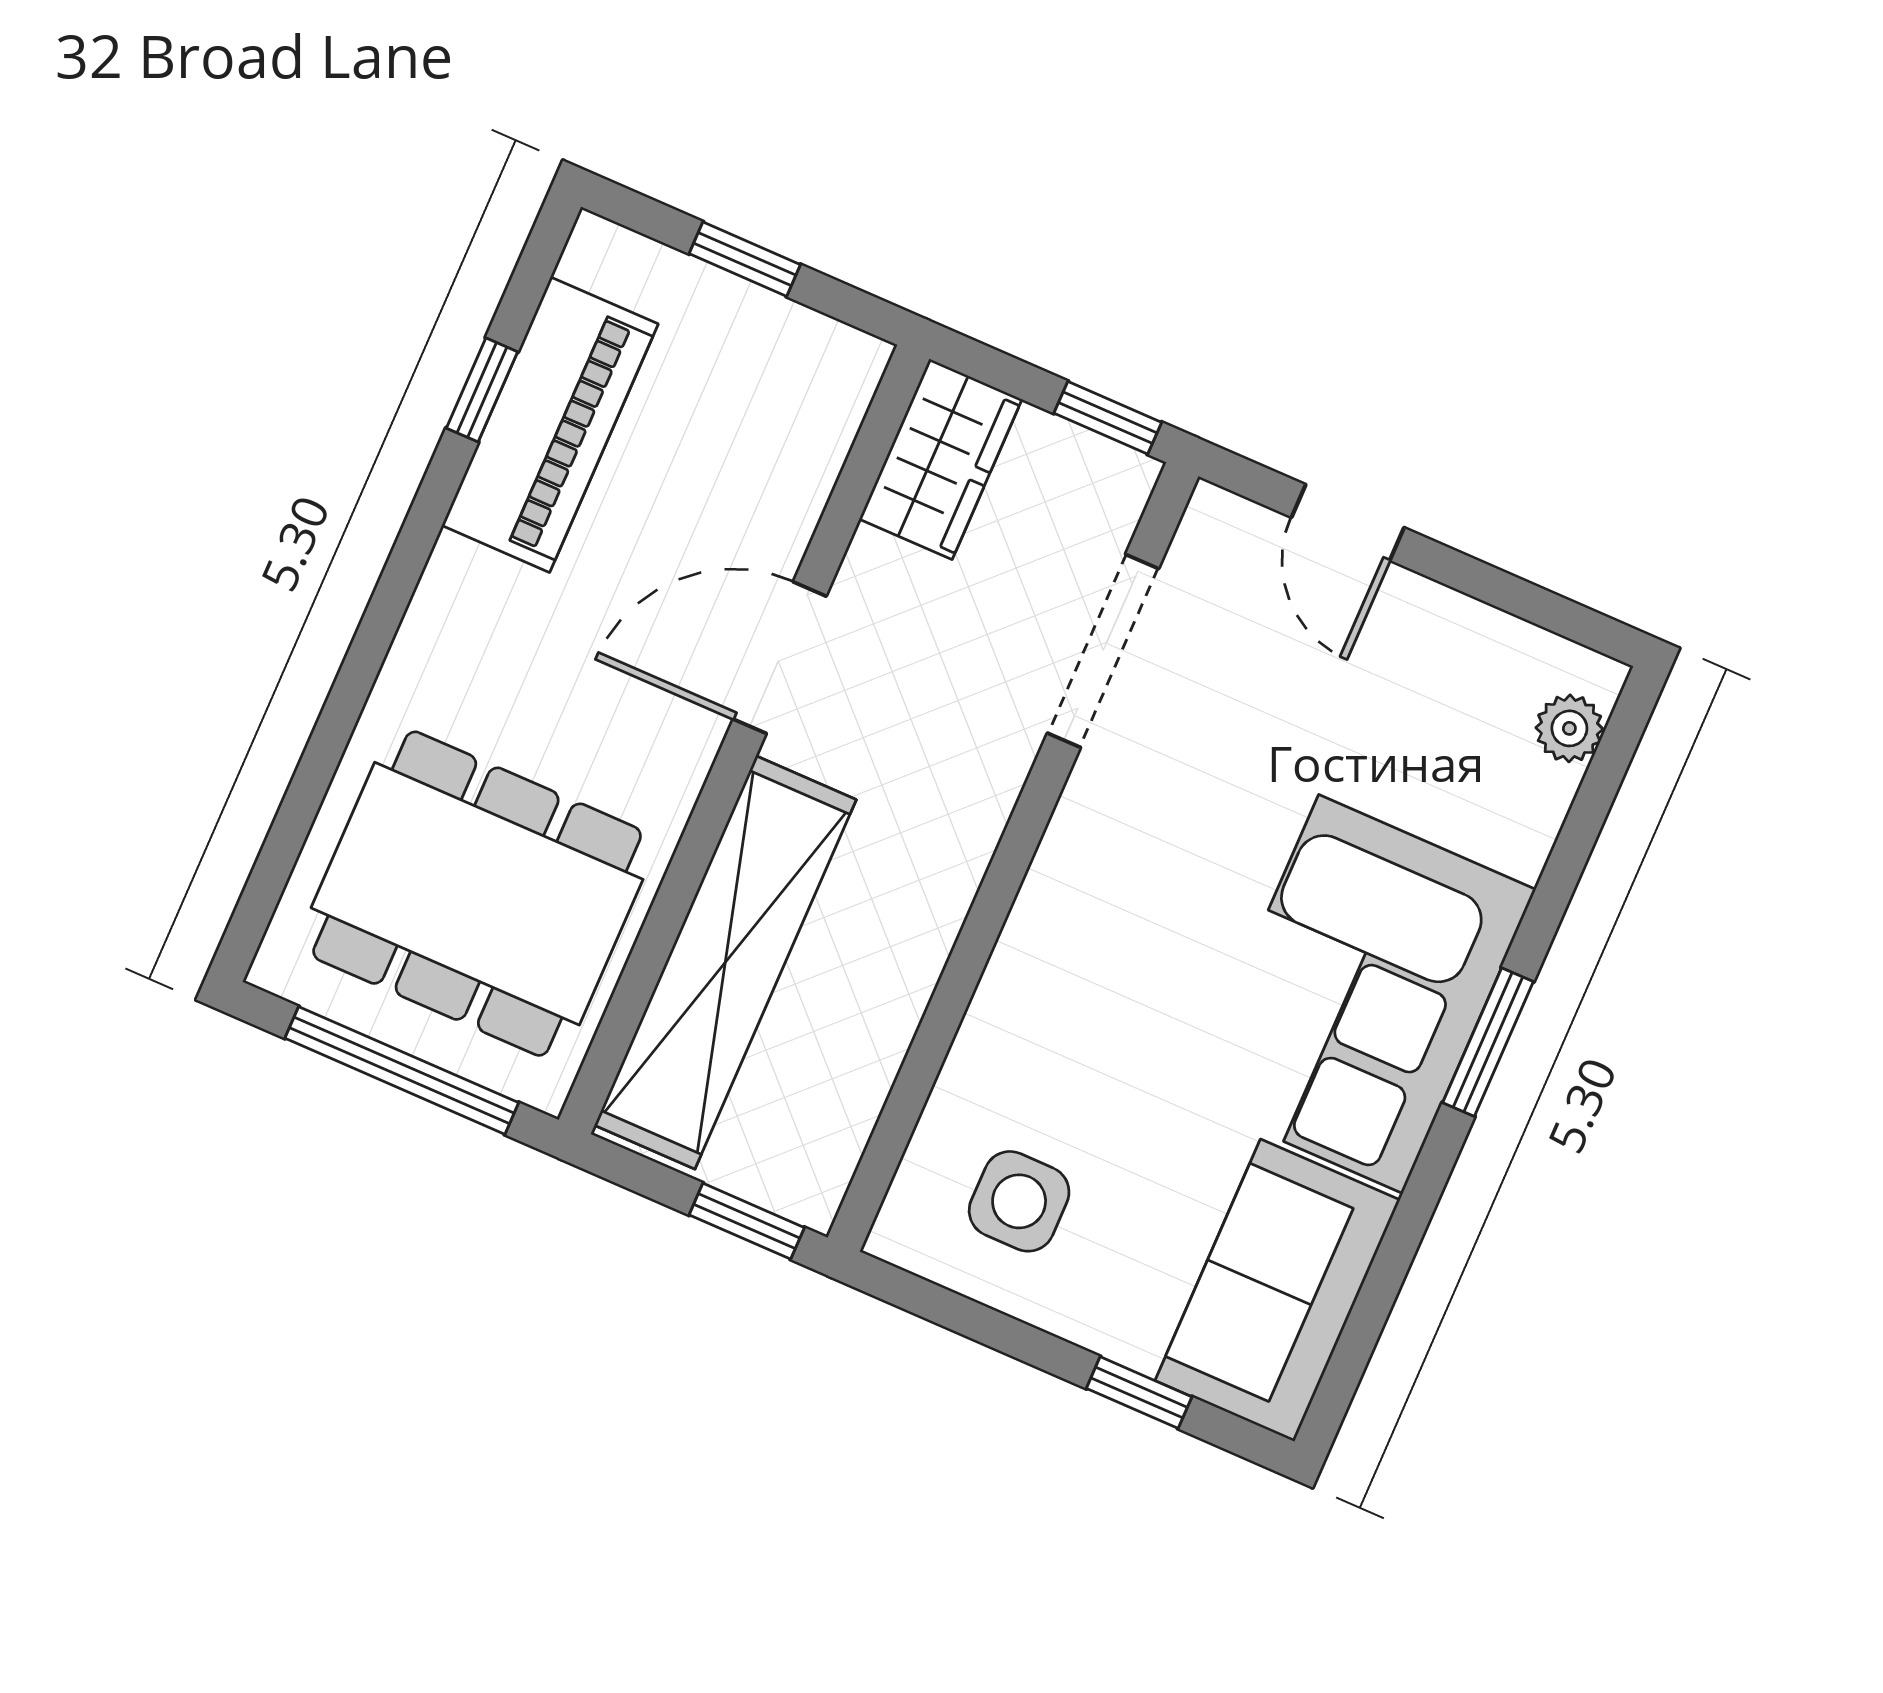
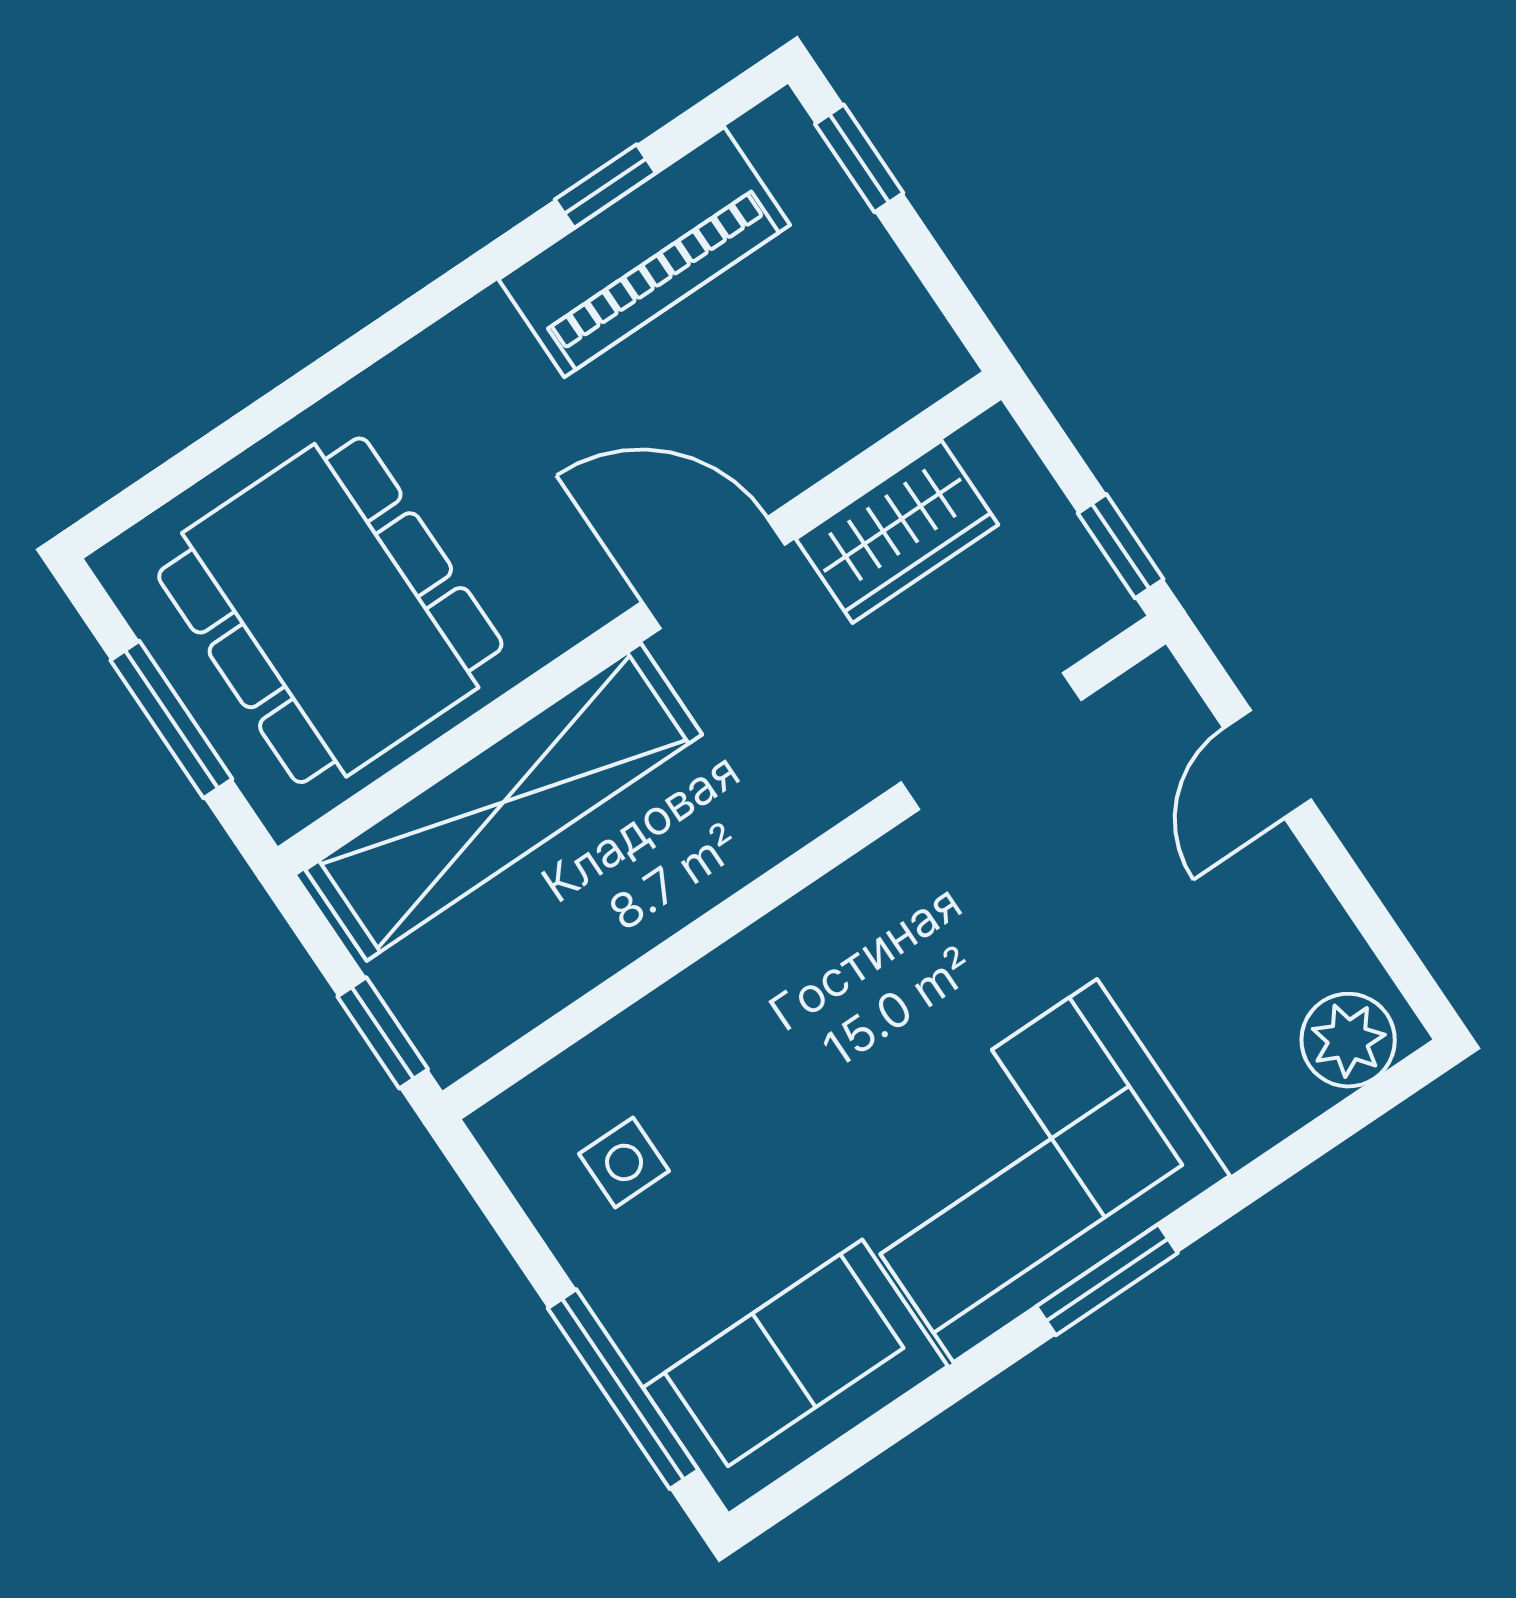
window: (745, 259) -> (859, 158), moved
wardrobe: (941, 459) -> (897, 532), moved
plant: (1569, 728) -> (1348, 1040), width x1.38, depth x1.38
window: (402, 1070) -> (171, 720), width x0.69
side table: (1019, 1201) -> (624, 1162), width x0.73, depth x0.73
window: (1139, 1393) -> (623, 1389), width x2.17

